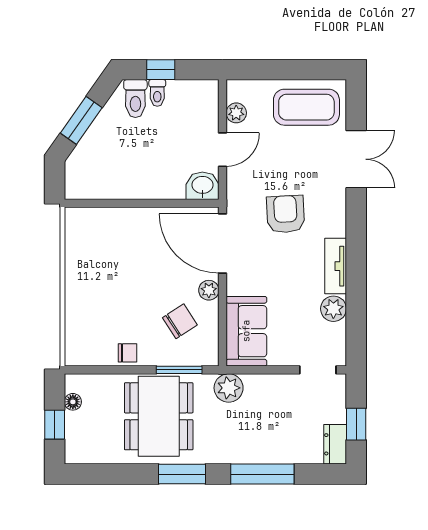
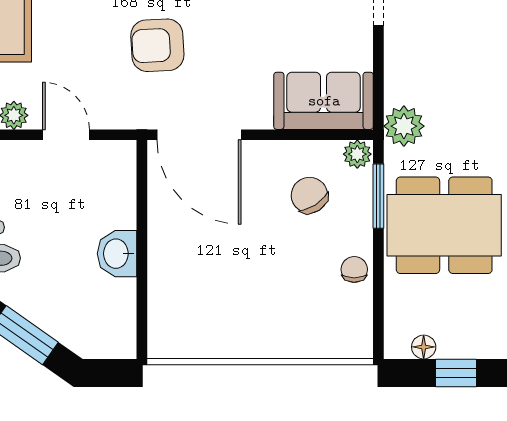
washbasin: (202, 186) -> (117, 254), moved
door: (222, 244) -> (199, 135), hinge flipped
plant: (209, 290) -> (357, 154), moved

